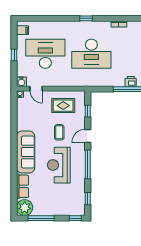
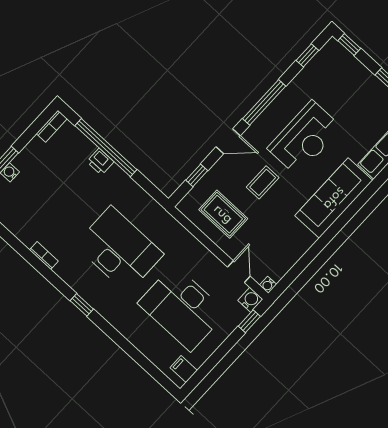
window: (14, 55) -> (249, 321), moved

